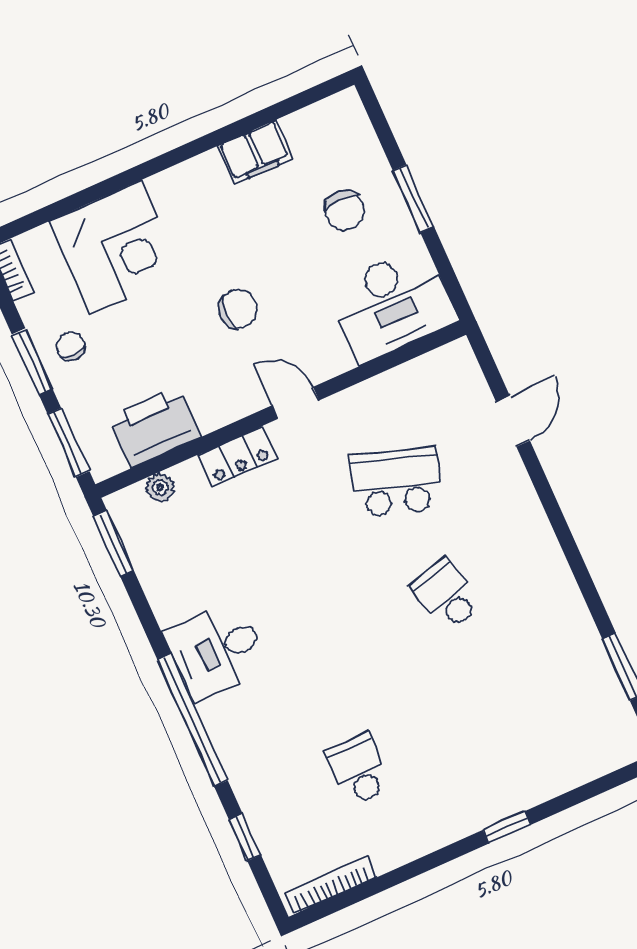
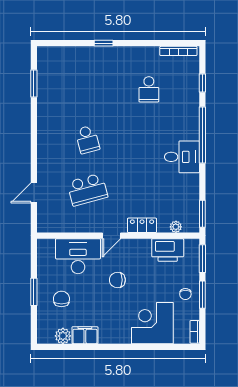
plant: (304, 129) -> (63, 336), added
desk: (392, 304) -> (78, 256), moved
door: (295, 403) -> (112, 236), hinge flipped
school desk: (396, 482) -> (87, 190), turned -33

